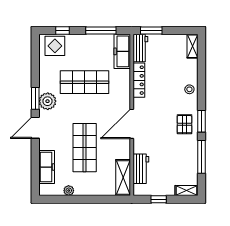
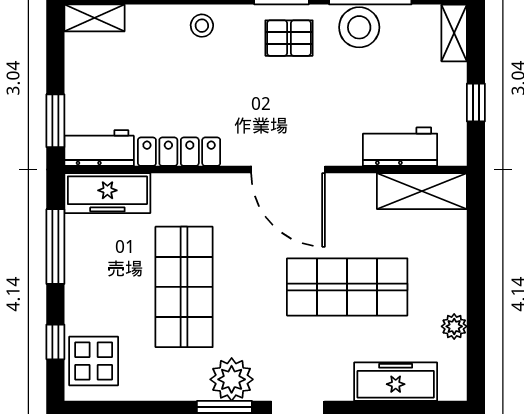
stool: (189, 152) -> (359, 27), added

